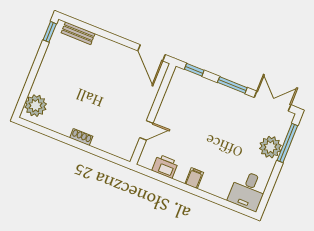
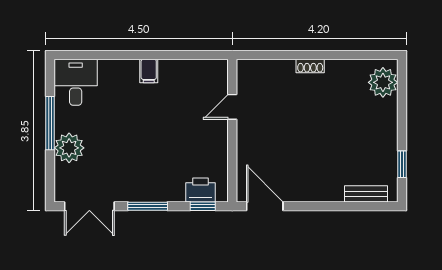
window: (50, 32) -> (402, 164), moved
window: (287, 143) -> (50, 123), moved
printer: (165, 166) -> (200, 190), moved, turned 180

